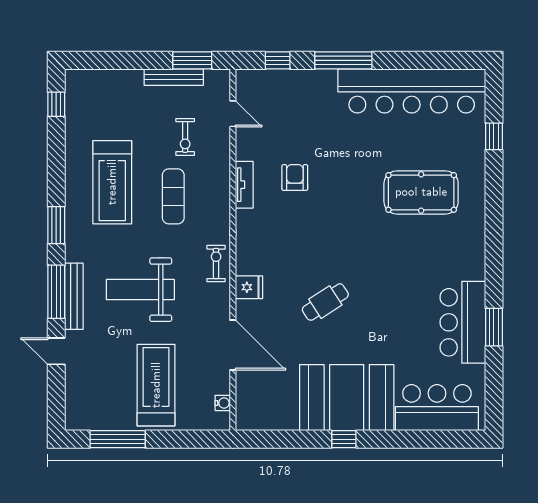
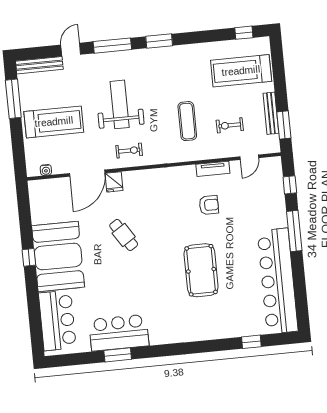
treadmill: (112, 182) -> (241, 71), moved
tv unit: (244, 185) -> (213, 169), moved
pool table: (421, 192) -> (201, 270), moved
exercise mat: (173, 196) -> (187, 121), turned 90
exercise bike: (216, 264) -> (129, 151), moved
fridge: (249, 287) -> (114, 182), moved
bench: (74, 296) -> (39, 65), moved

